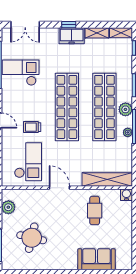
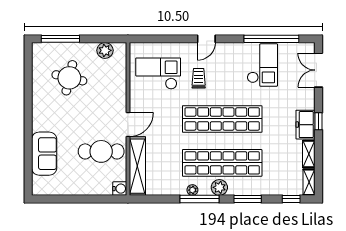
checkout: (28, 162) -> (158, 74), turned 180
door: (59, 188) -> (128, 124), moved
cafe table: (95, 211) -> (101, 151), width x1.37, depth x1.35

